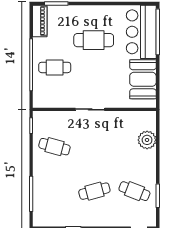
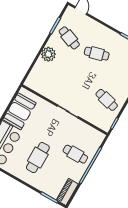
cafe table: (94, 40) -> (38, 158), turned 90
plant: (147, 140) -> (48, 54), moved

